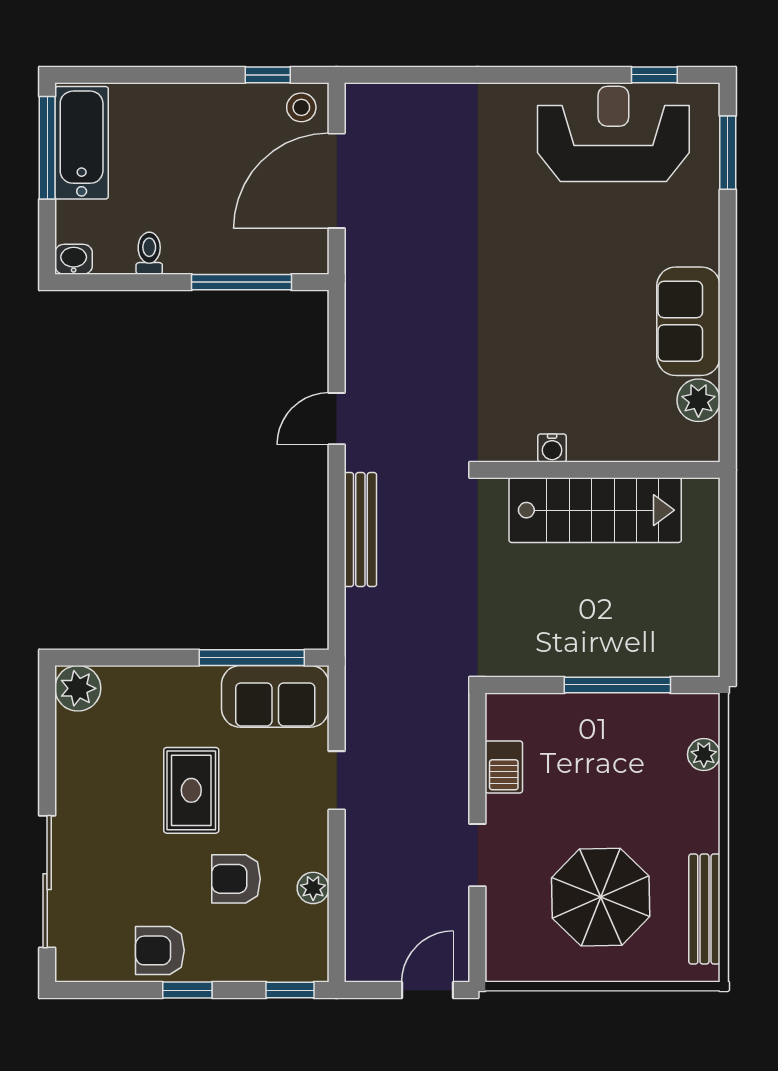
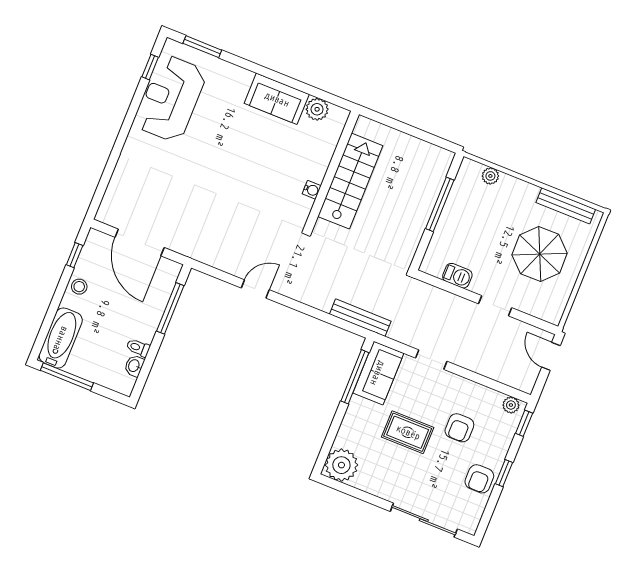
stool: (301, 107) -> (79, 287), moved
bathtub: (82, 143) -> (61, 338), moved, turned 90
washbasin: (74, 259) -> (134, 366), moved
door: (337, 419) -> (255, 289), swing flipped
bench: (360, 530) -> (360, 318), moved
plant: (78, 688) -> (341, 465), width x1.36, depth x1.36
plant: (313, 888) -> (511, 405), moved

